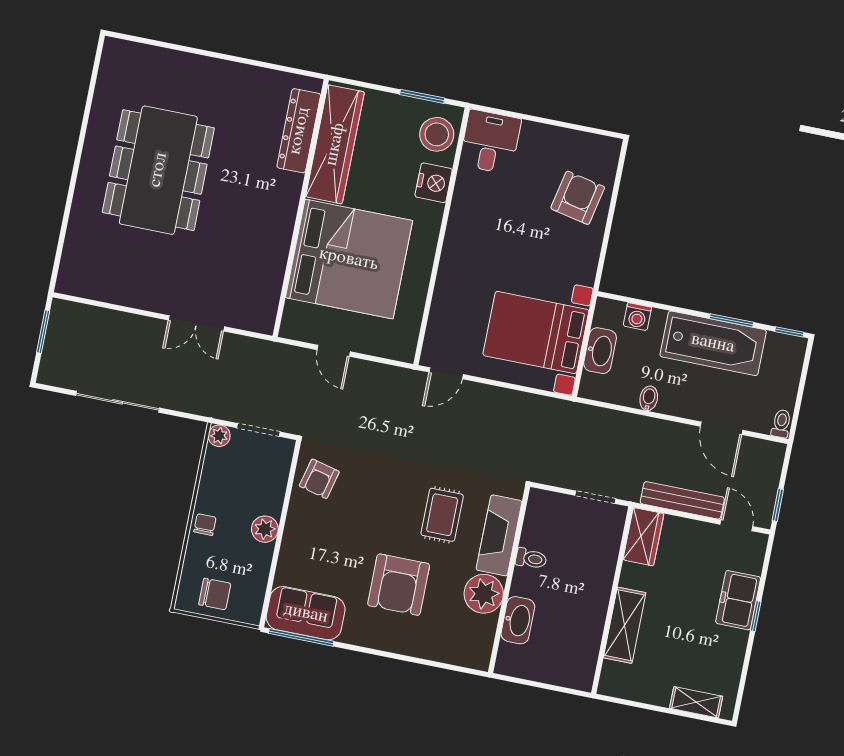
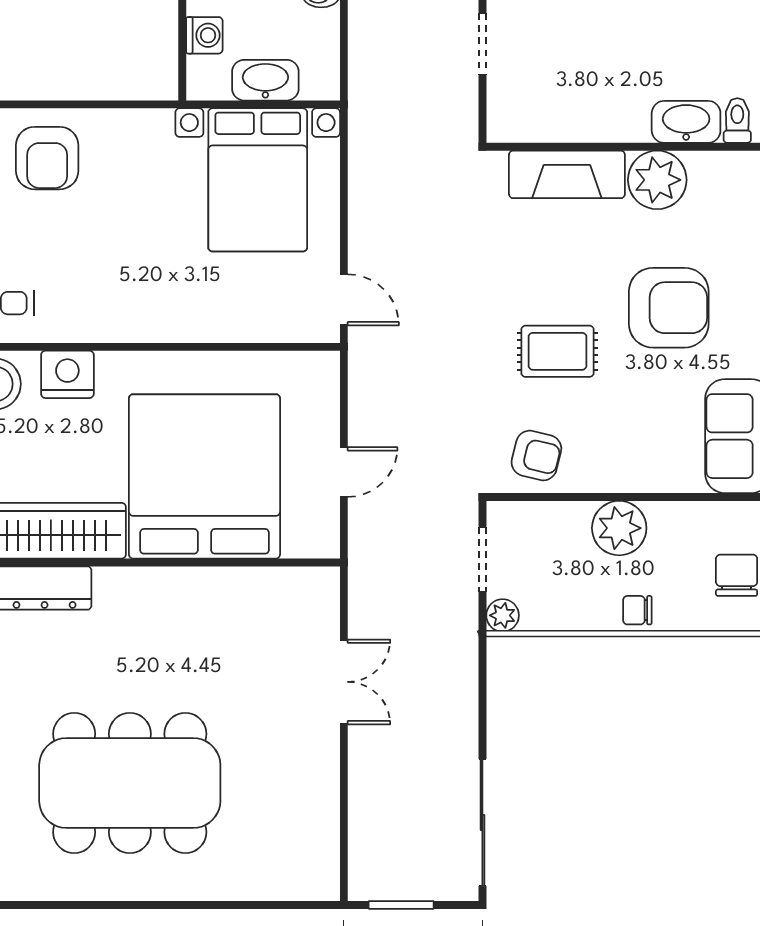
armchair: (578, 198) -> (47, 158), turned -102
sliding door: (118, 402) -> (482, 822), moved
rug: (442, 515) -> (557, 351), moved
plant: (265, 529) -> (619, 528), width x1.36, depth x1.36
toilet: (531, 559) -> (737, 121), moved

